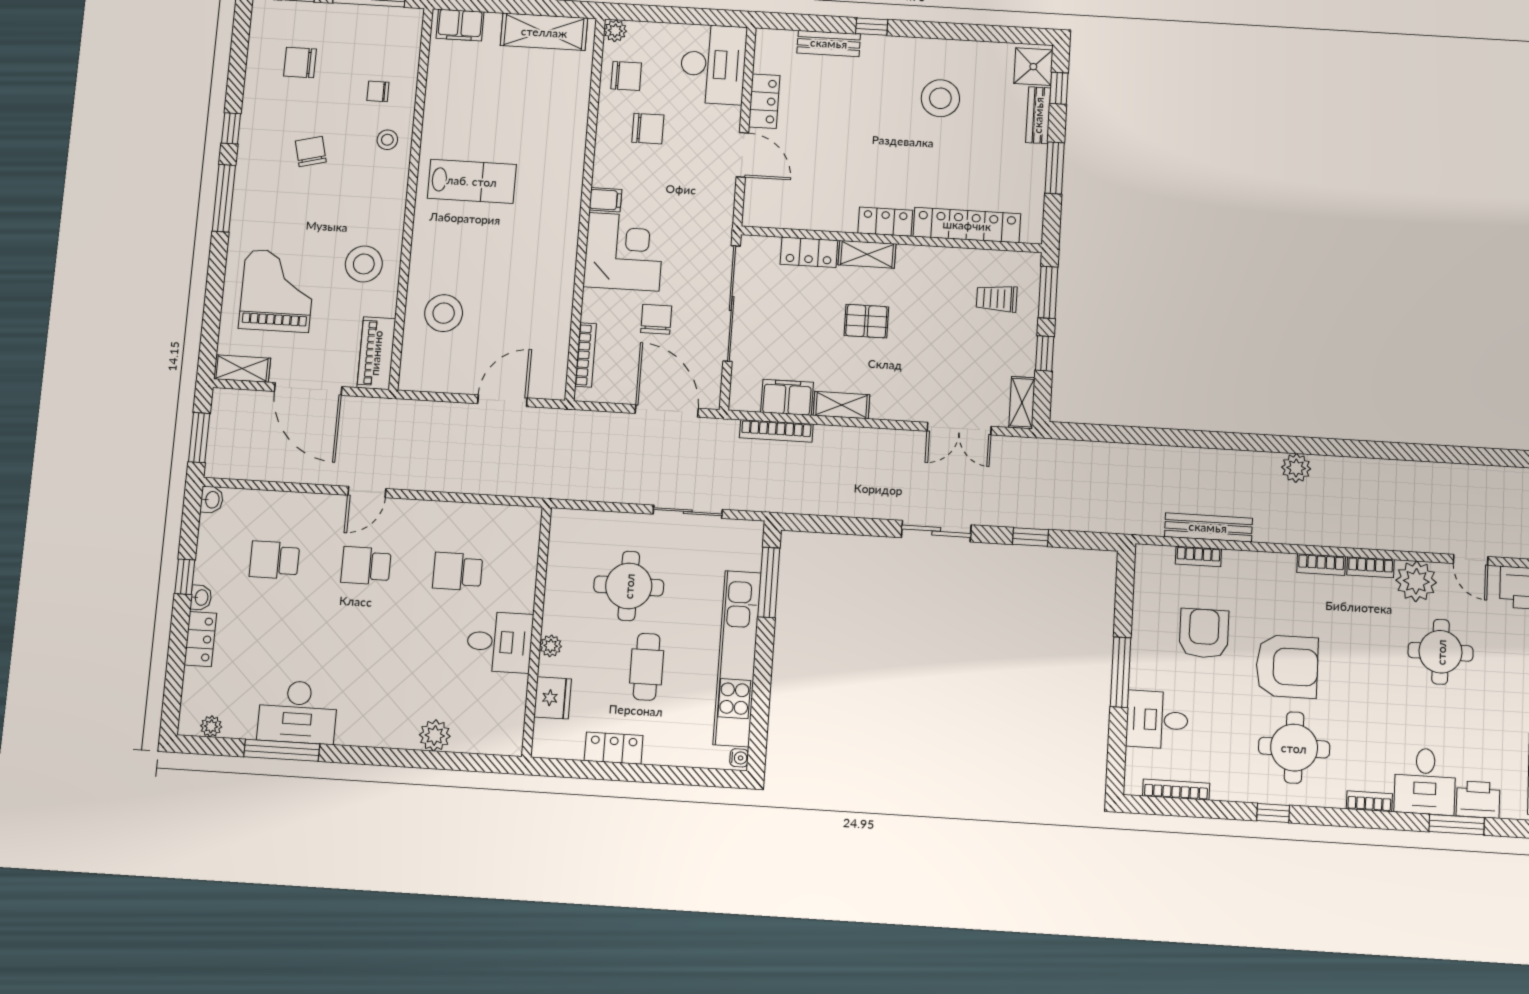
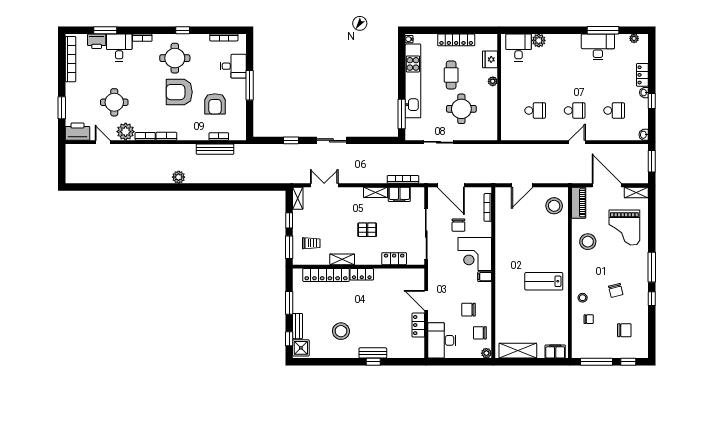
bench: (829, 43) -> (373, 353), moved
shelving: (867, 254) -> (342, 259), moved
stool: (444, 313) -> (554, 206), moved
desk: (500, 642) -> (519, 47), moved, turned 90
locker: (614, 748) -> (456, 40), width x1.53

